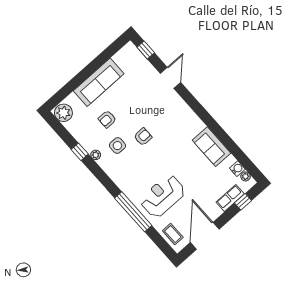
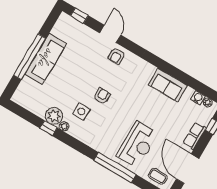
window: (83, 75) -> (30, 57), added
plant: (63, 113) -> (54, 116), moved
armchair: (107, 119) -> (117, 56), moved
reception desk: (163, 196) -> (137, 145), turned 180
row of seats: (230, 198) -> (195, 136), moved

